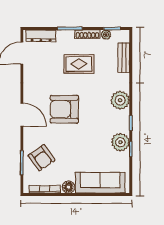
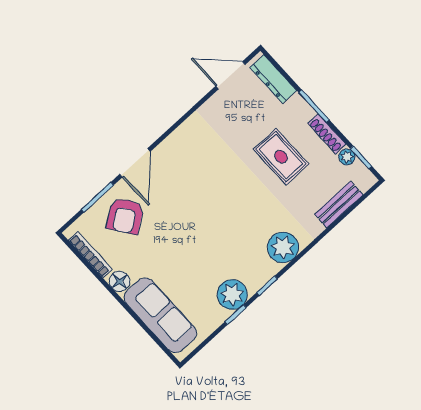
armchair: (64, 109) -> (210, 190), removed
door: (22, 115) -> (135, 163), moved

